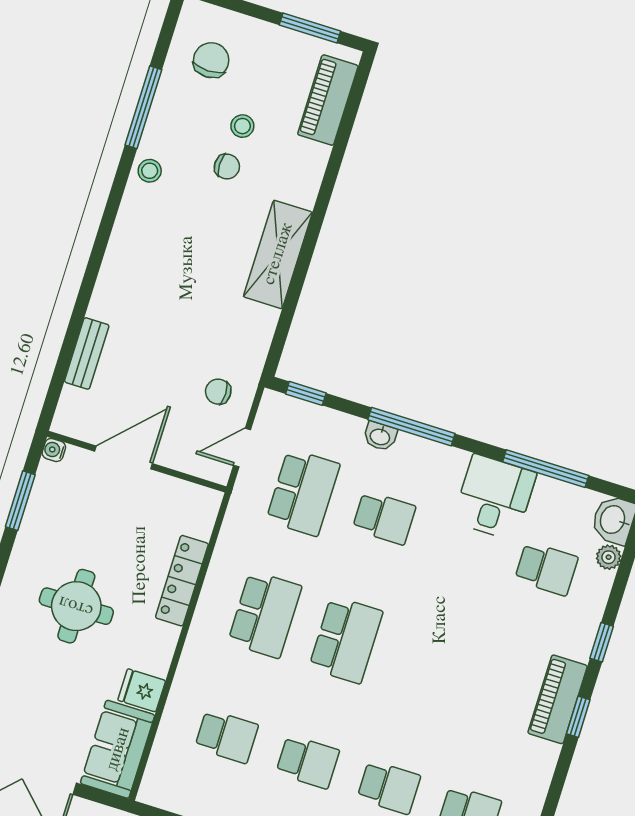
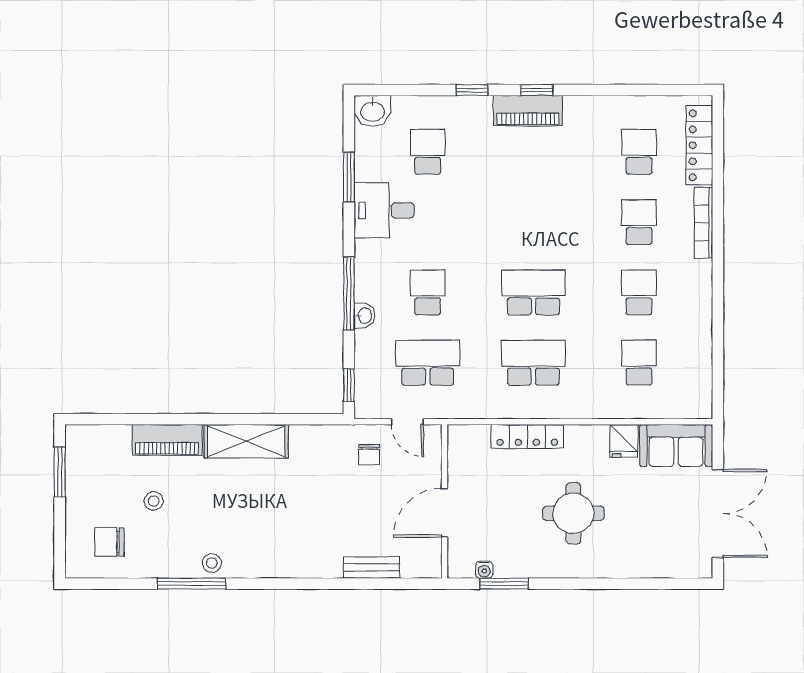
piano: (328, 100) -> (167, 440), moved
window: (143, 107) -> (191, 584), moved
chair: (227, 167) -> (189, 503), removed
water cooler: (54, 450) -> (484, 570), moved
door: (124, 457) -> (444, 513), hinge flipped
window: (546, 469) -> (349, 177), width x0.69
plant: (609, 557) -> (403, 106), removed

